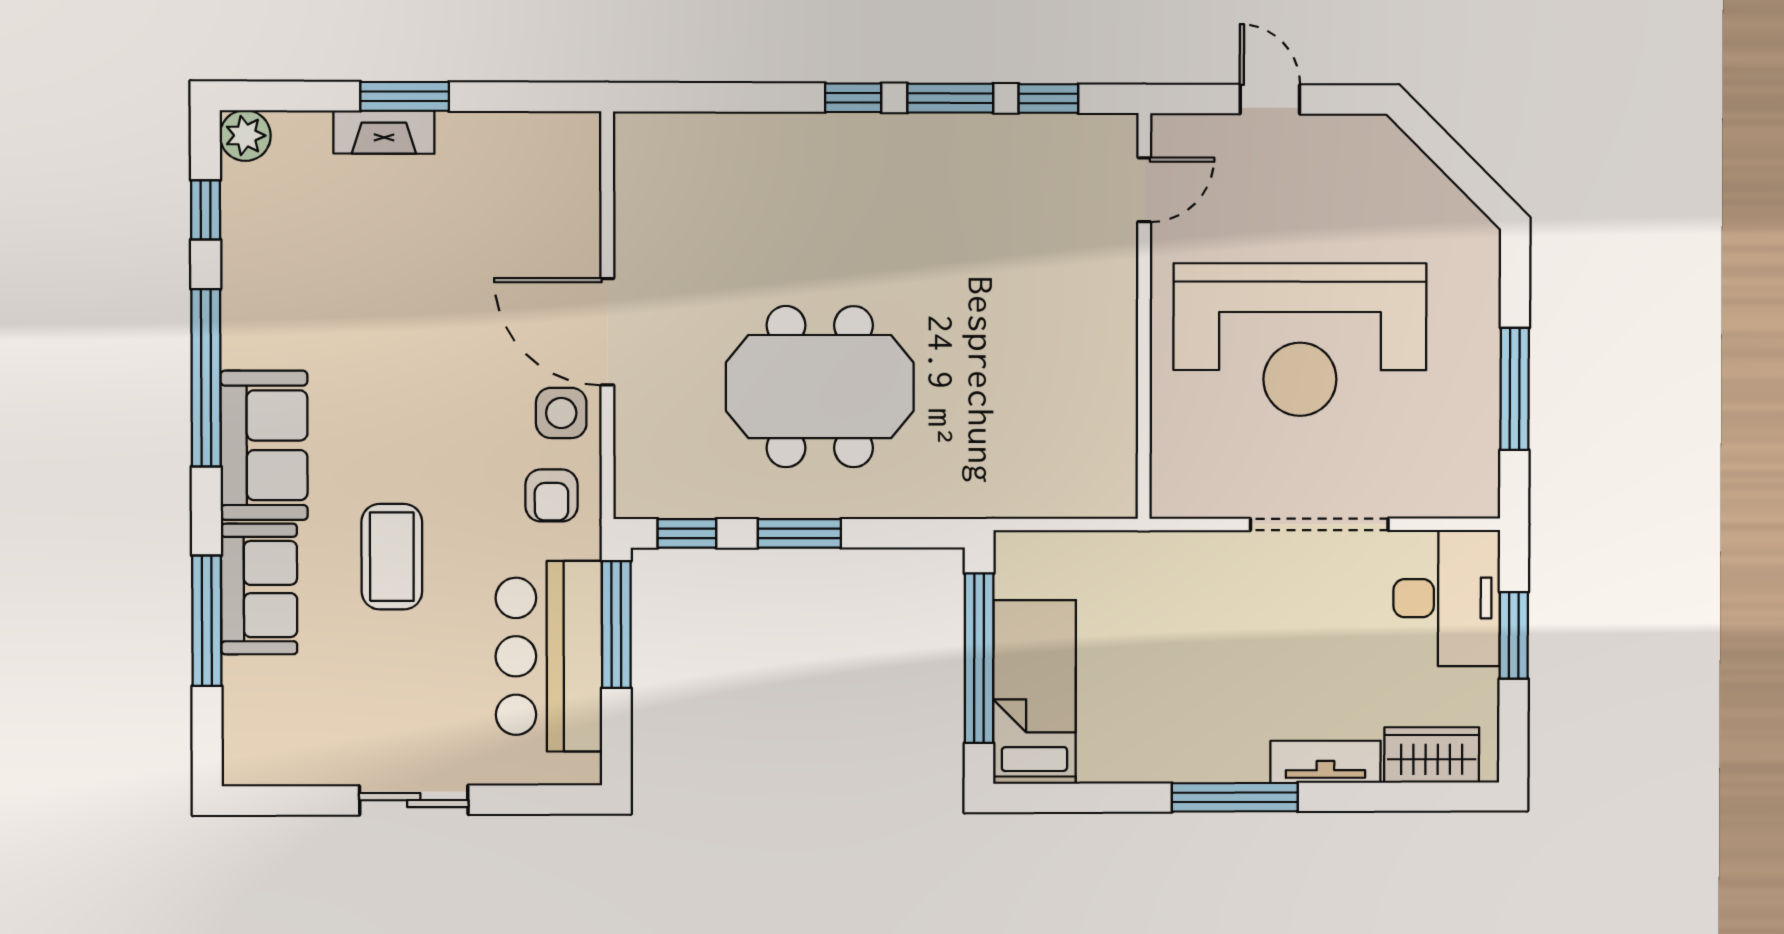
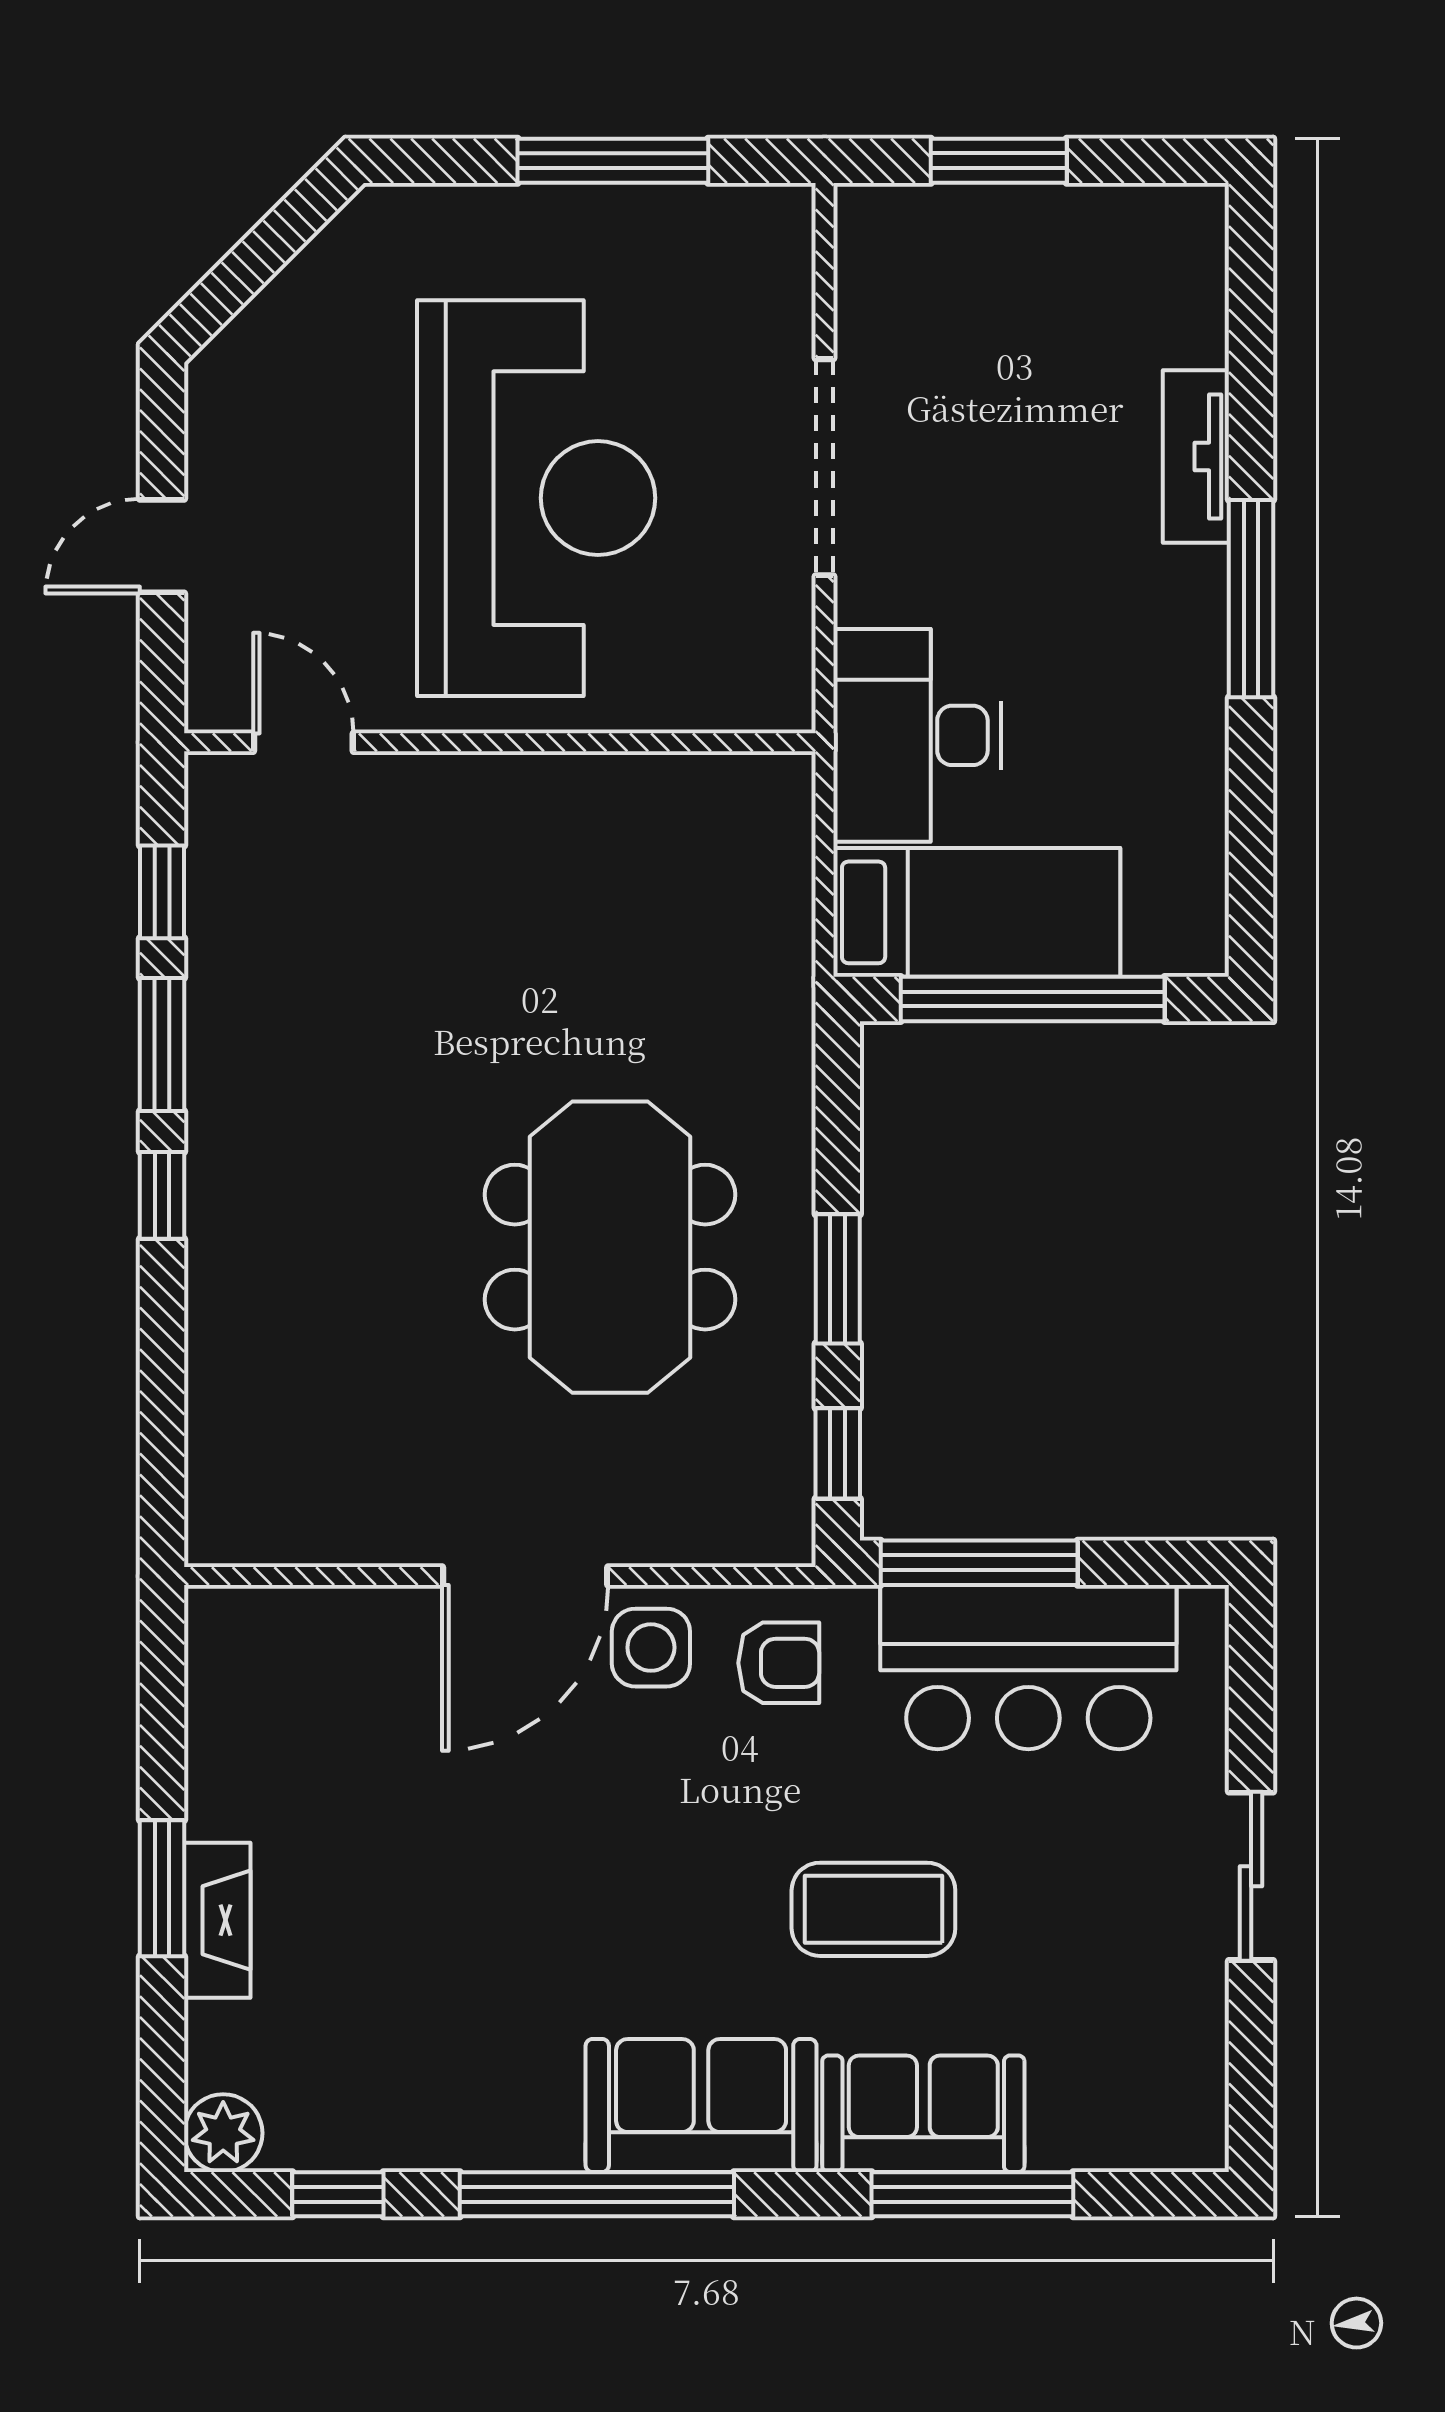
desk: (1447, 598) -> (917, 735), moved, turned -90
bed: (1035, 692) -> (977, 912), moved, turned 180
wardrobe: (1432, 755) -> (1186, 290), removed

